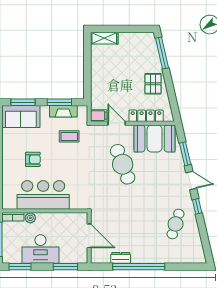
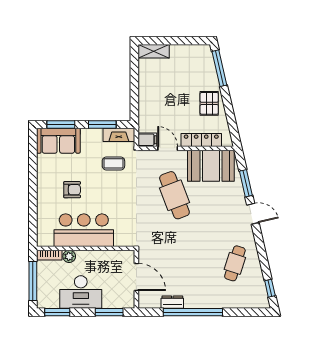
fireplace: (63, 111) -> (119, 135), moved
window: (197, 206) -> (270, 288), moved

